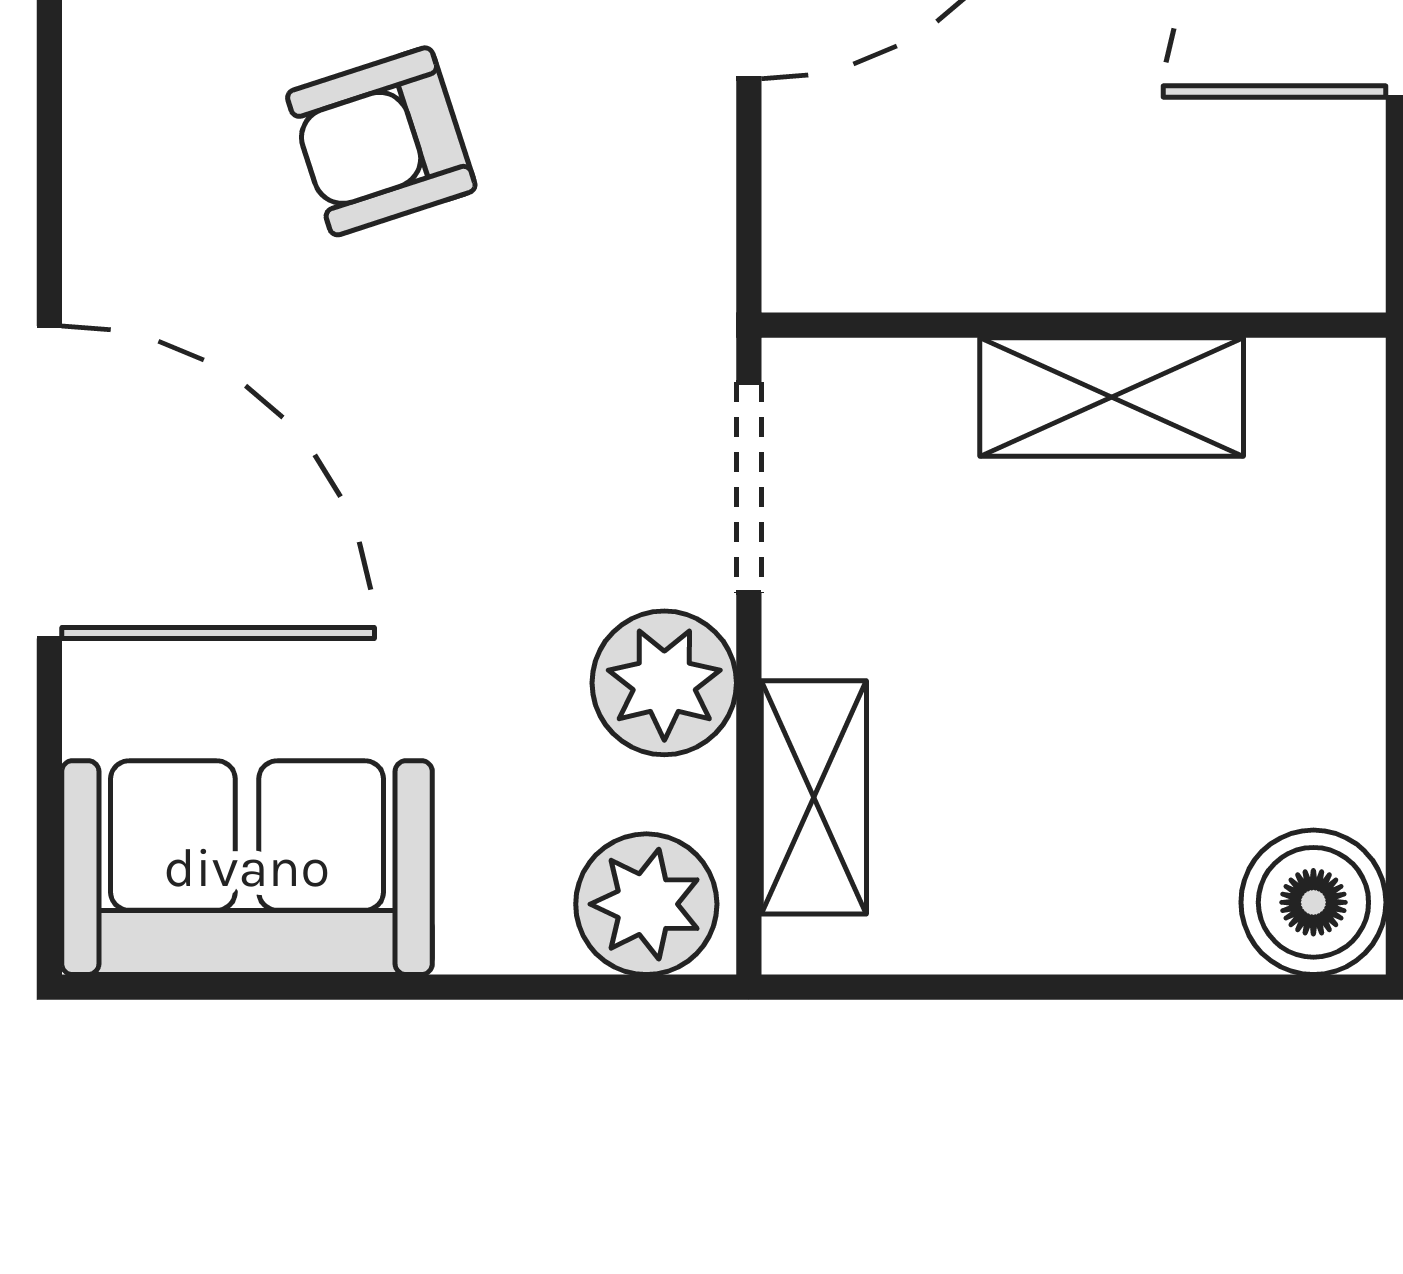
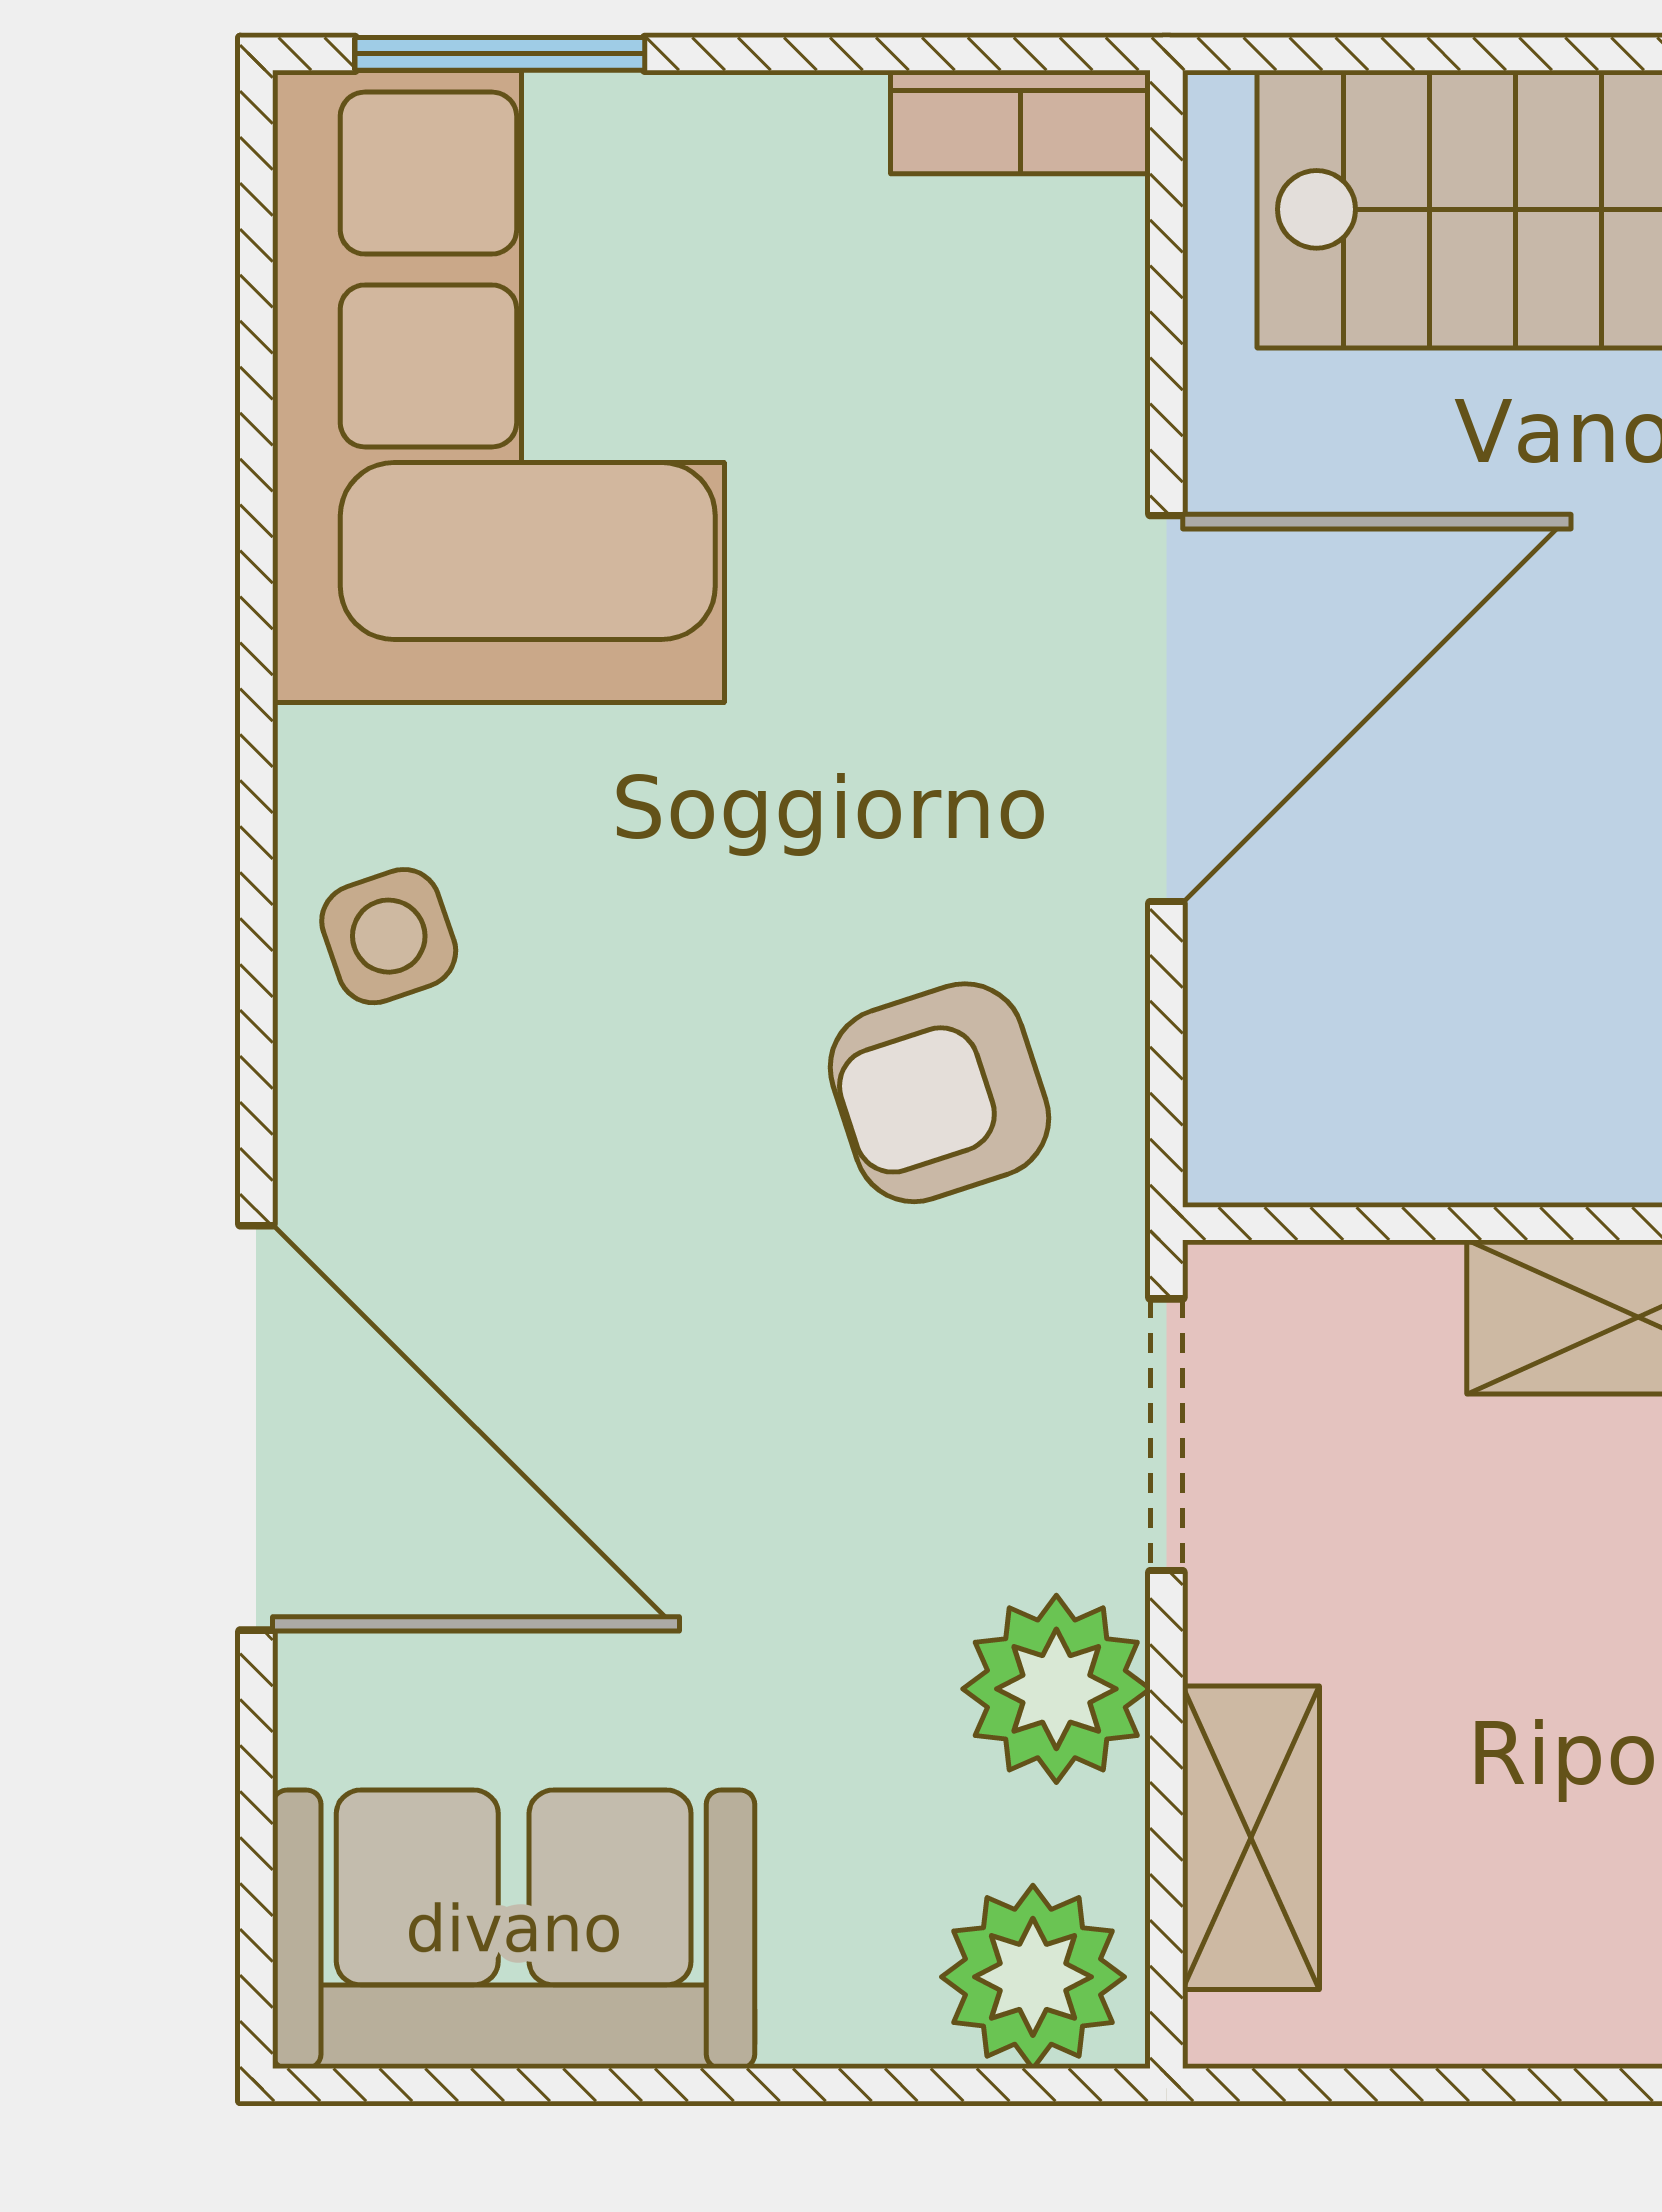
side table: (151, 104) -> (389, 936), added
armchair: (381, 141) -> (939, 1093), moved

